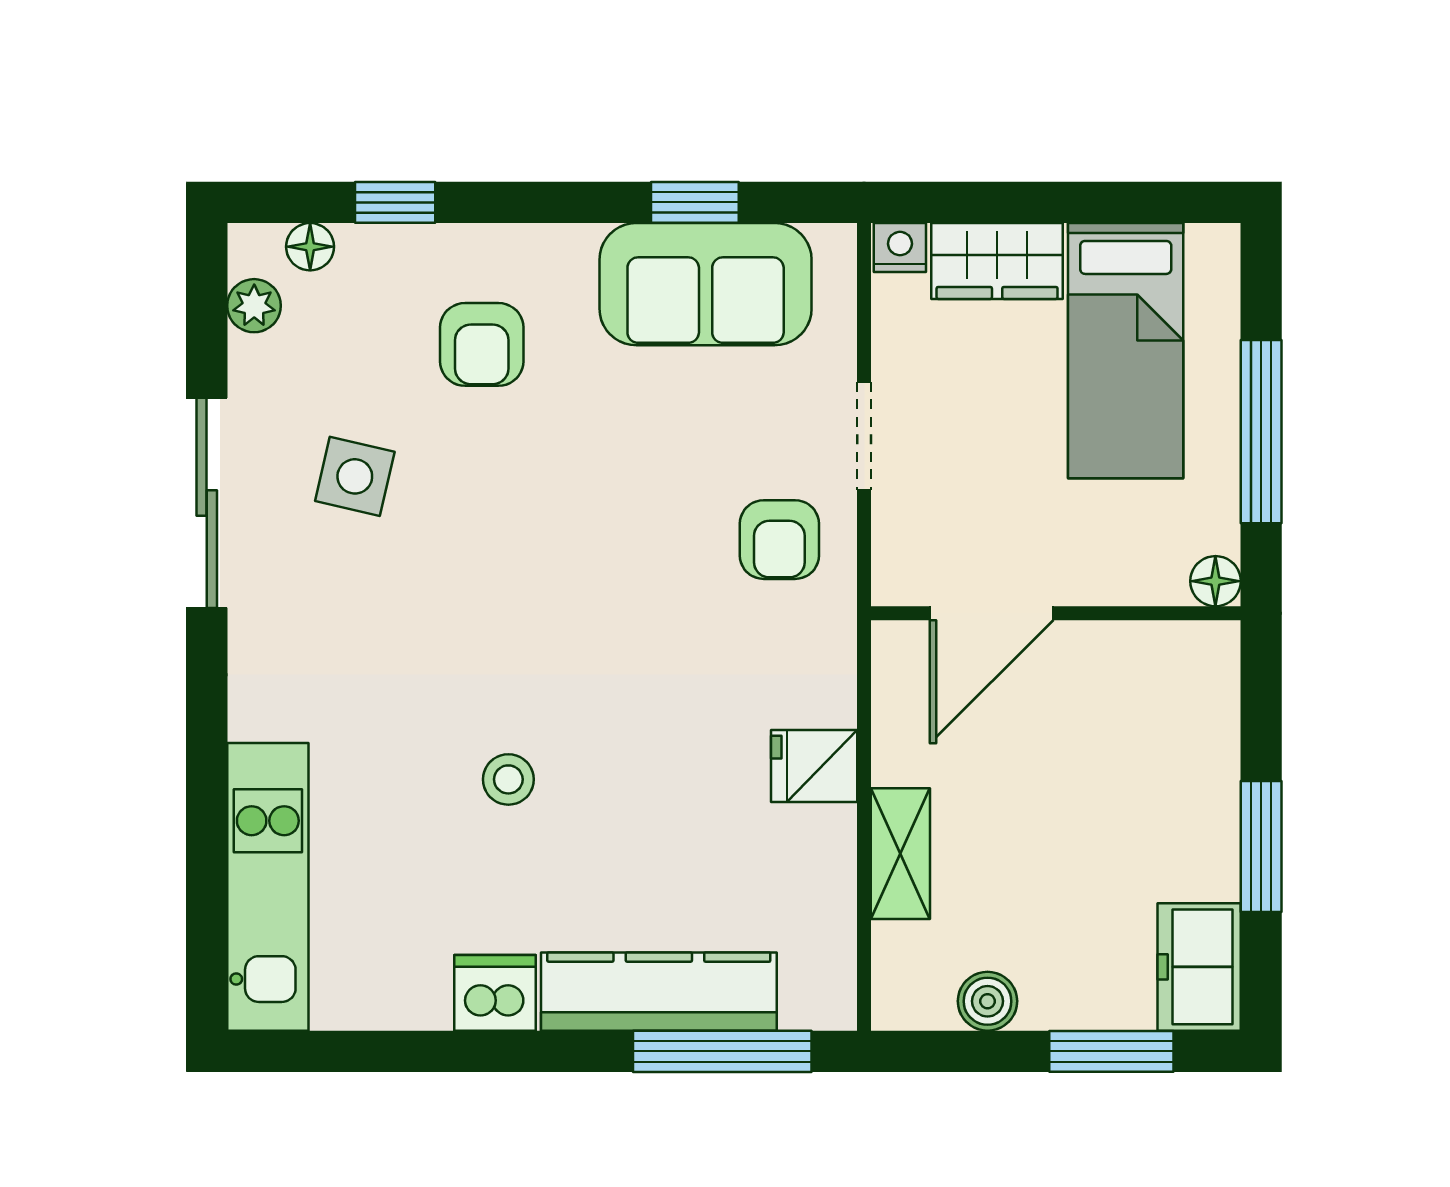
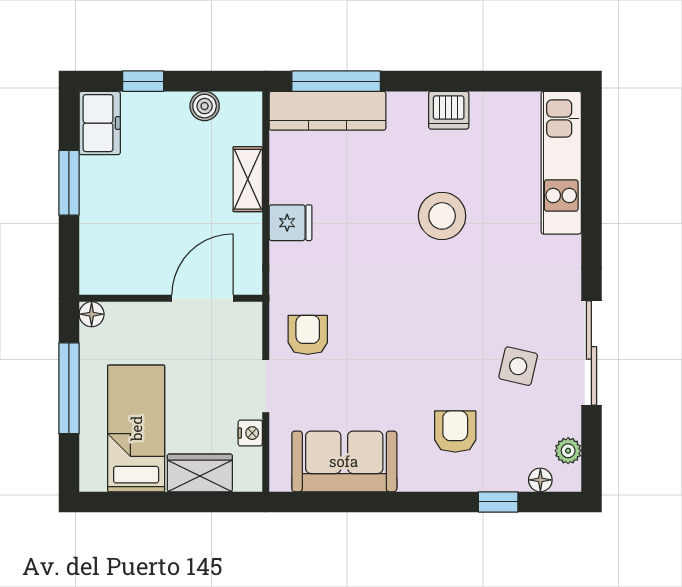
window: (695, 202) -> (350, 502), removed
nightstand: (900, 247) -> (250, 433), moved, turned -90
stool: (508, 779) -> (442, 216), width x1.89, depth x1.89
kitchen counter: (659, 992) -> (327, 111), moved
window: (1111, 1051) -> (143, 81), width x0.67

